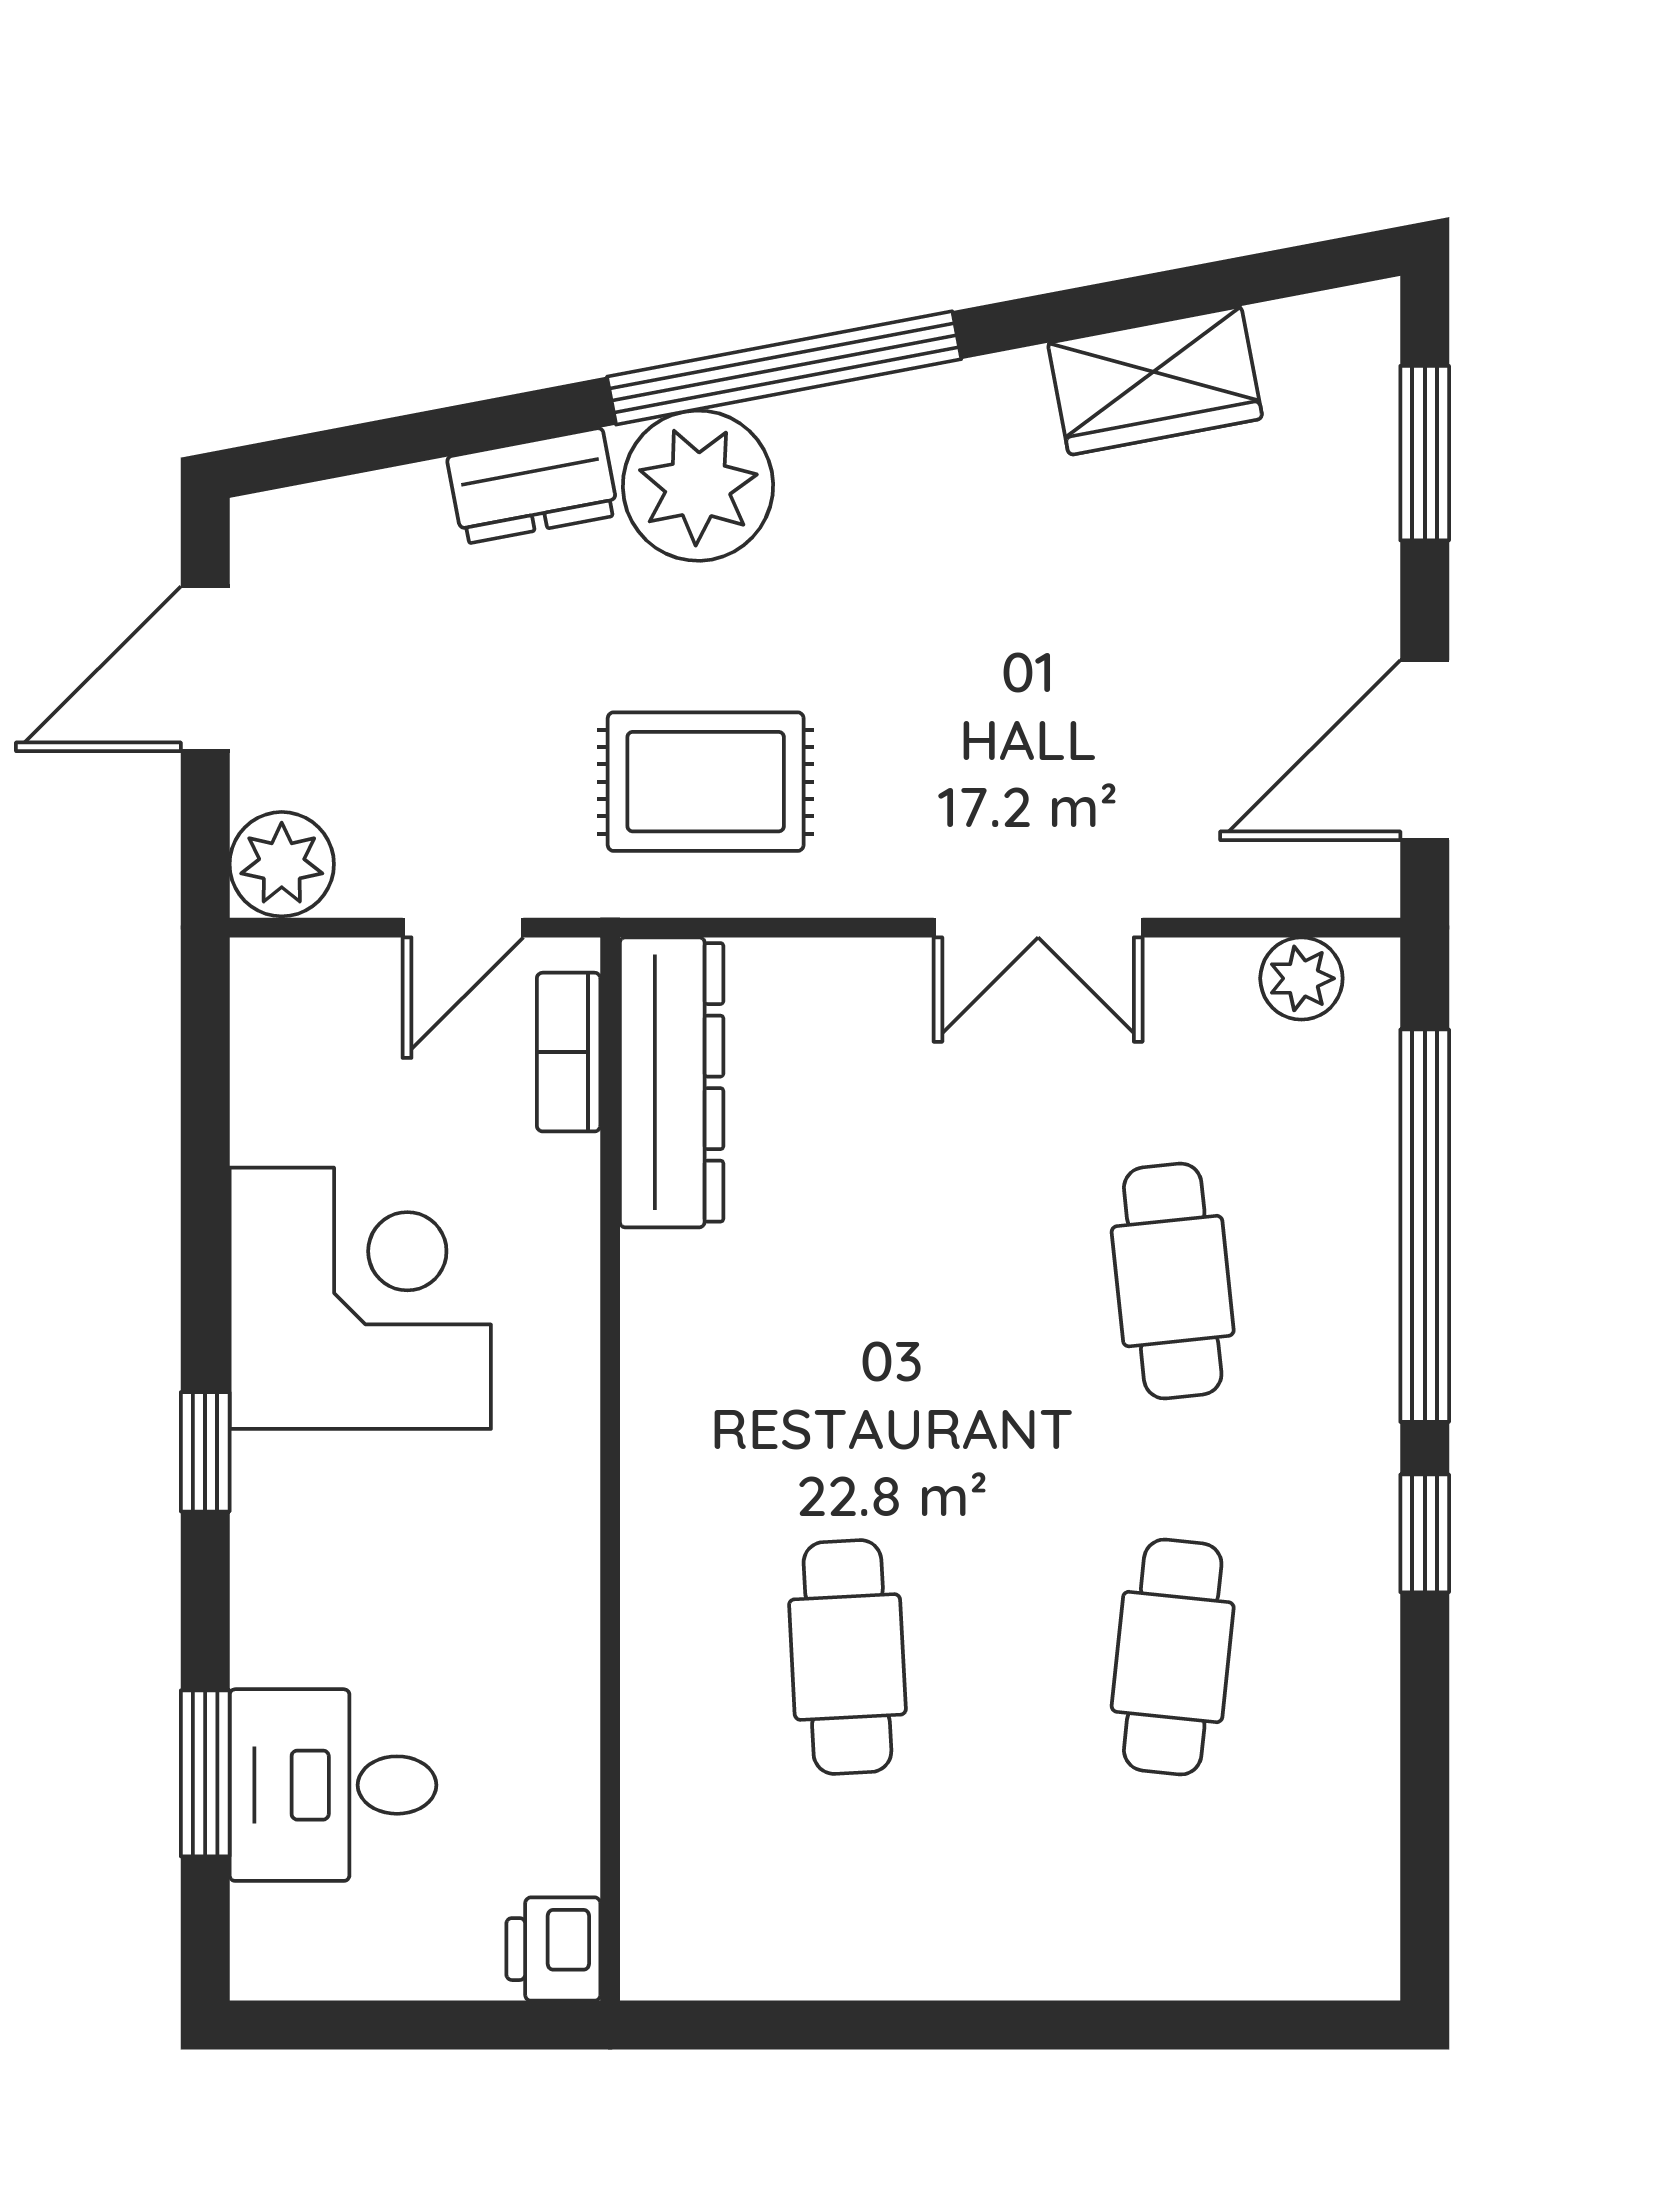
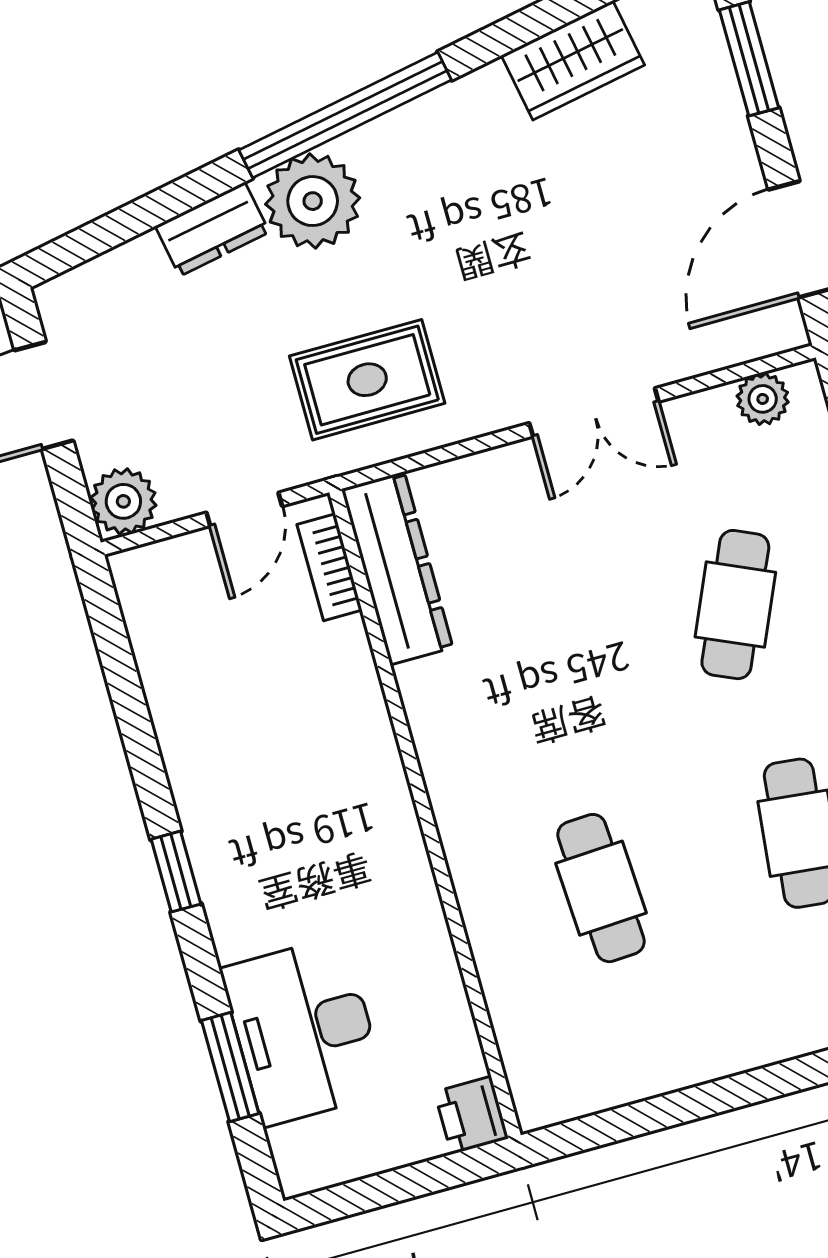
cafe table: (1173, 1281) -> (735, 605), turned 30
corner desk: (360, 1298) -> (244, 752), removed
desk: (333, 1785) -> (304, 1031), width x1.37

